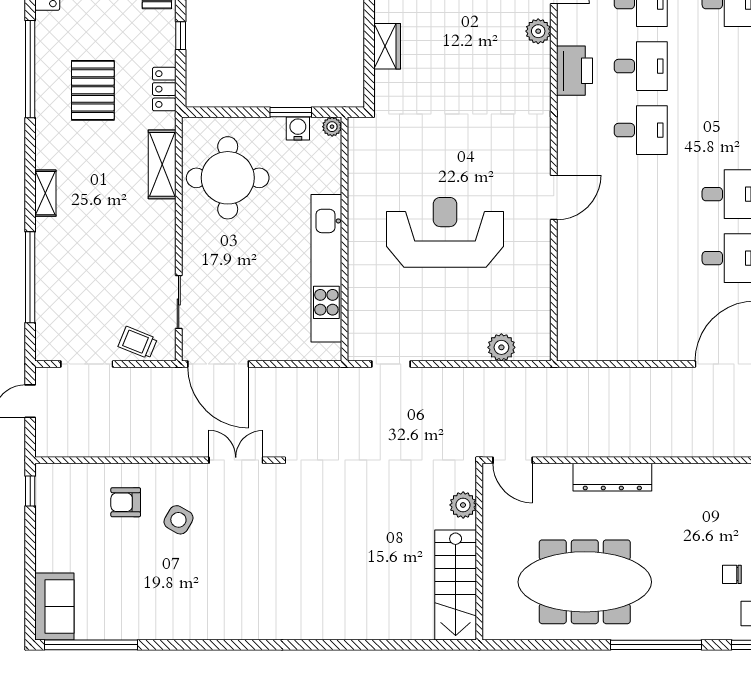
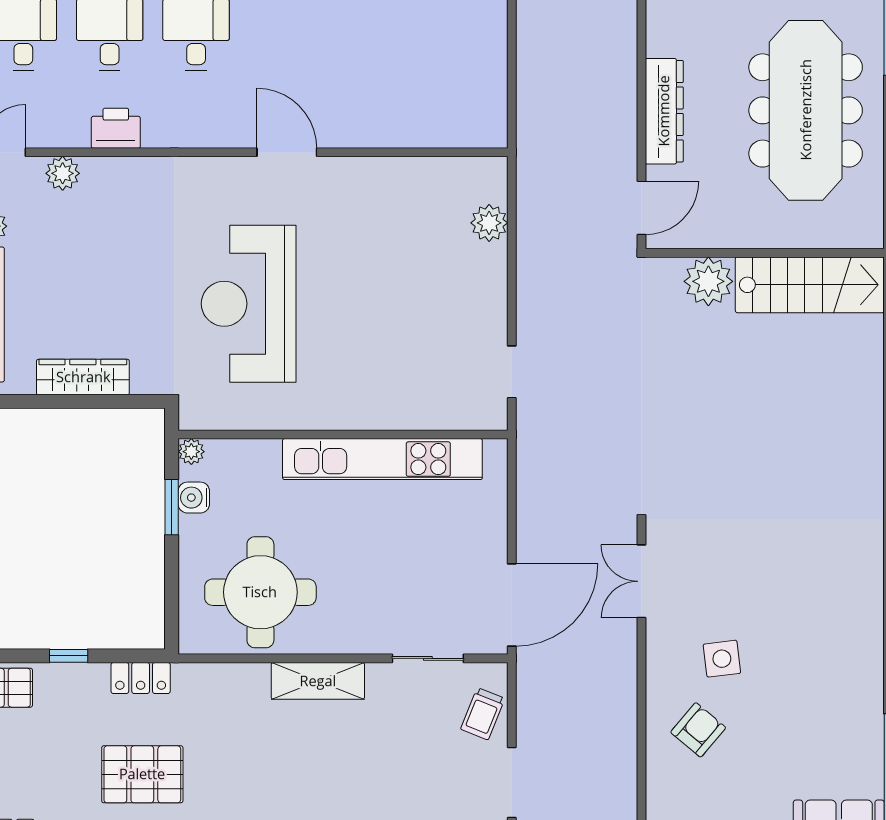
wardrobe: (387, 46) -> (83, 377), width x1.50
printer: (574, 71) -> (116, 128), width x0.73, depth x0.84
shelving: (162, 164) -> (318, 681), moved
reception desk: (445, 232) -> (249, 304), moved
dresser: (612, 477) -> (664, 111), moved
armchair: (126, 502) -> (698, 730), turned -140
plant: (463, 505) -> (708, 281), width x1.36, depth x1.36
side table: (178, 520) -> (722, 659), turned -37

